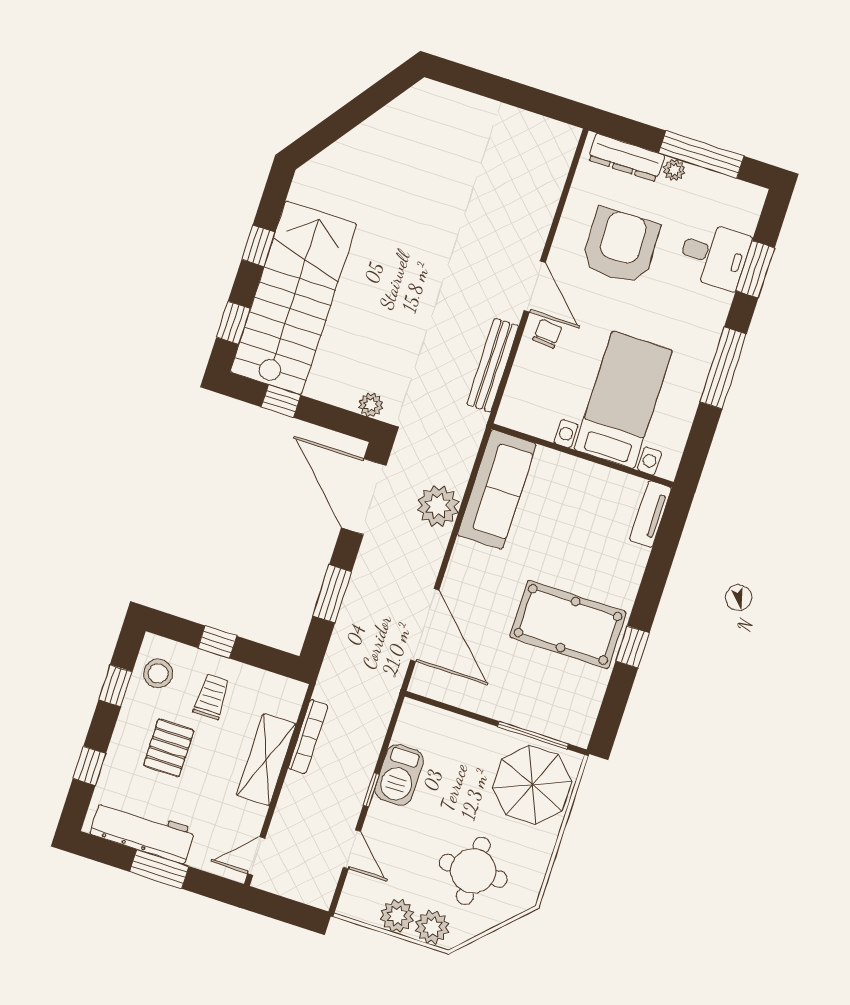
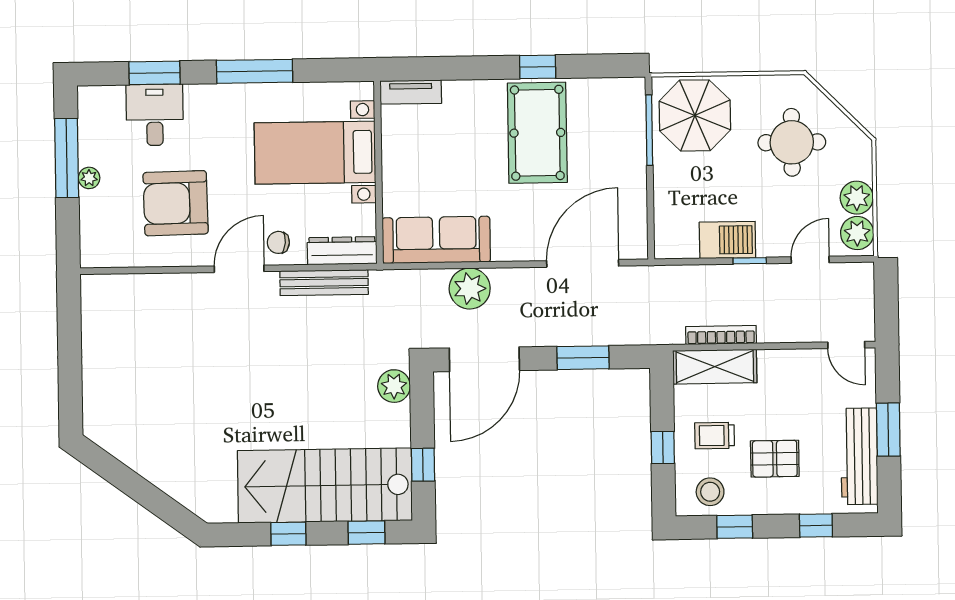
dresser: (626, 157) -> (342, 251), moved, turned -90
plant: (371, 405) -> (394, 386), width x1.38, depth x1.38
shelving: (266, 760) -> (715, 367), moved
plant: (432, 927) -> (857, 233), moved

